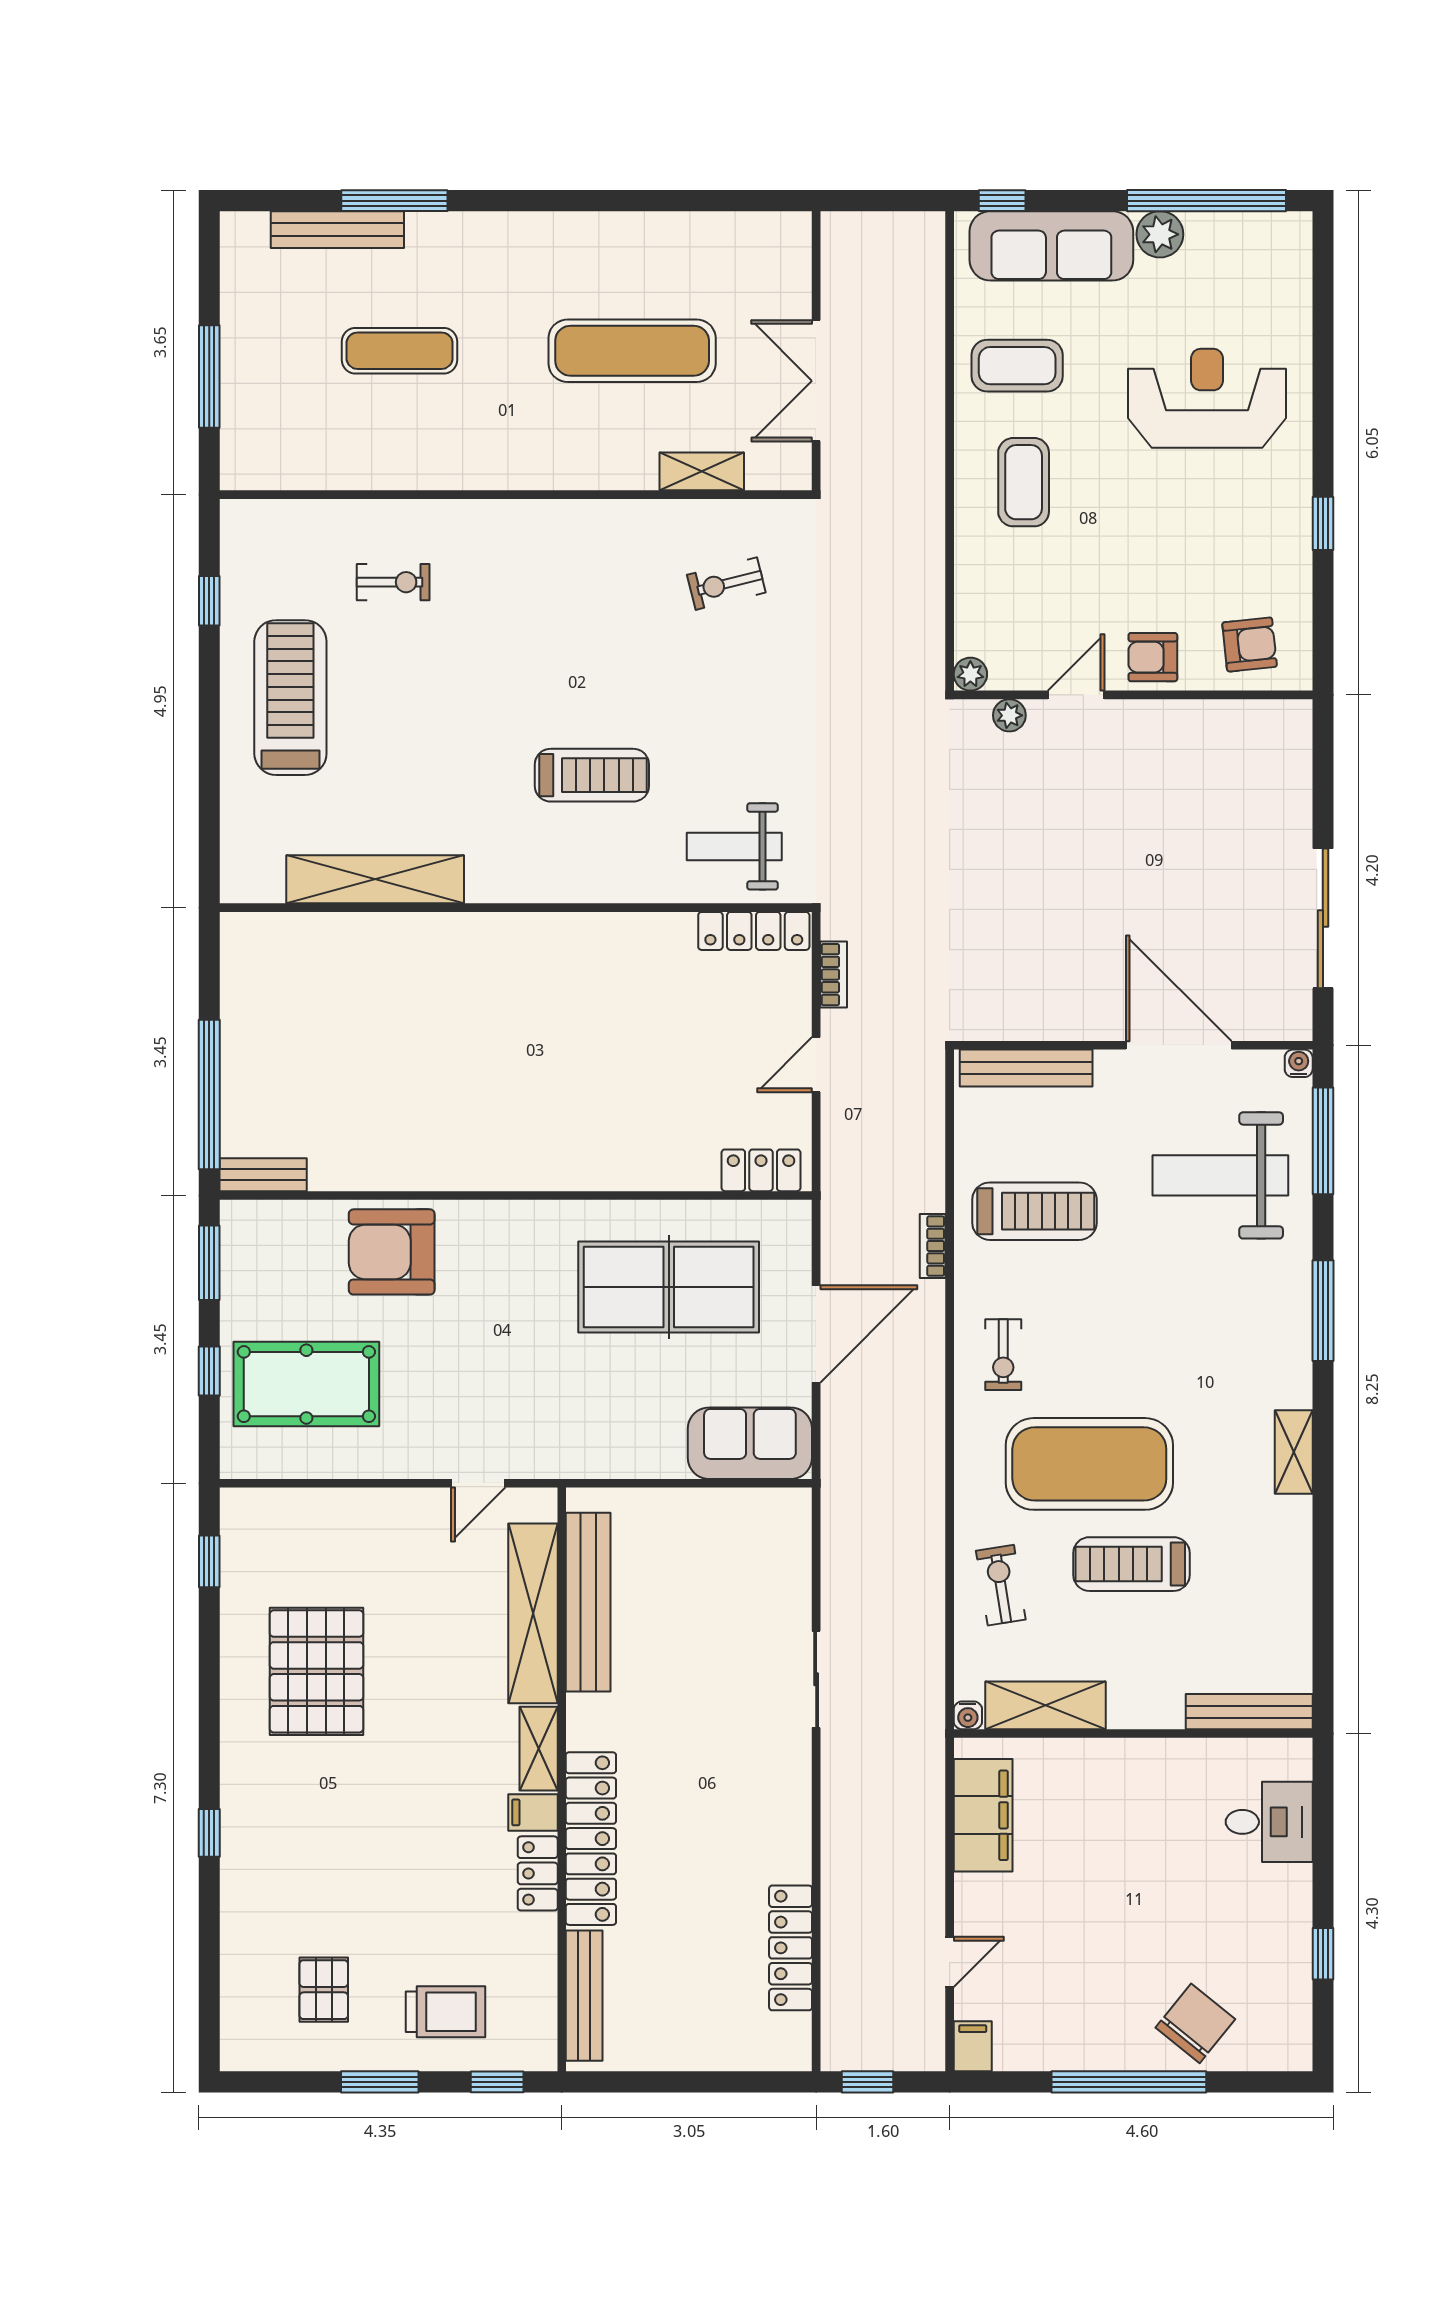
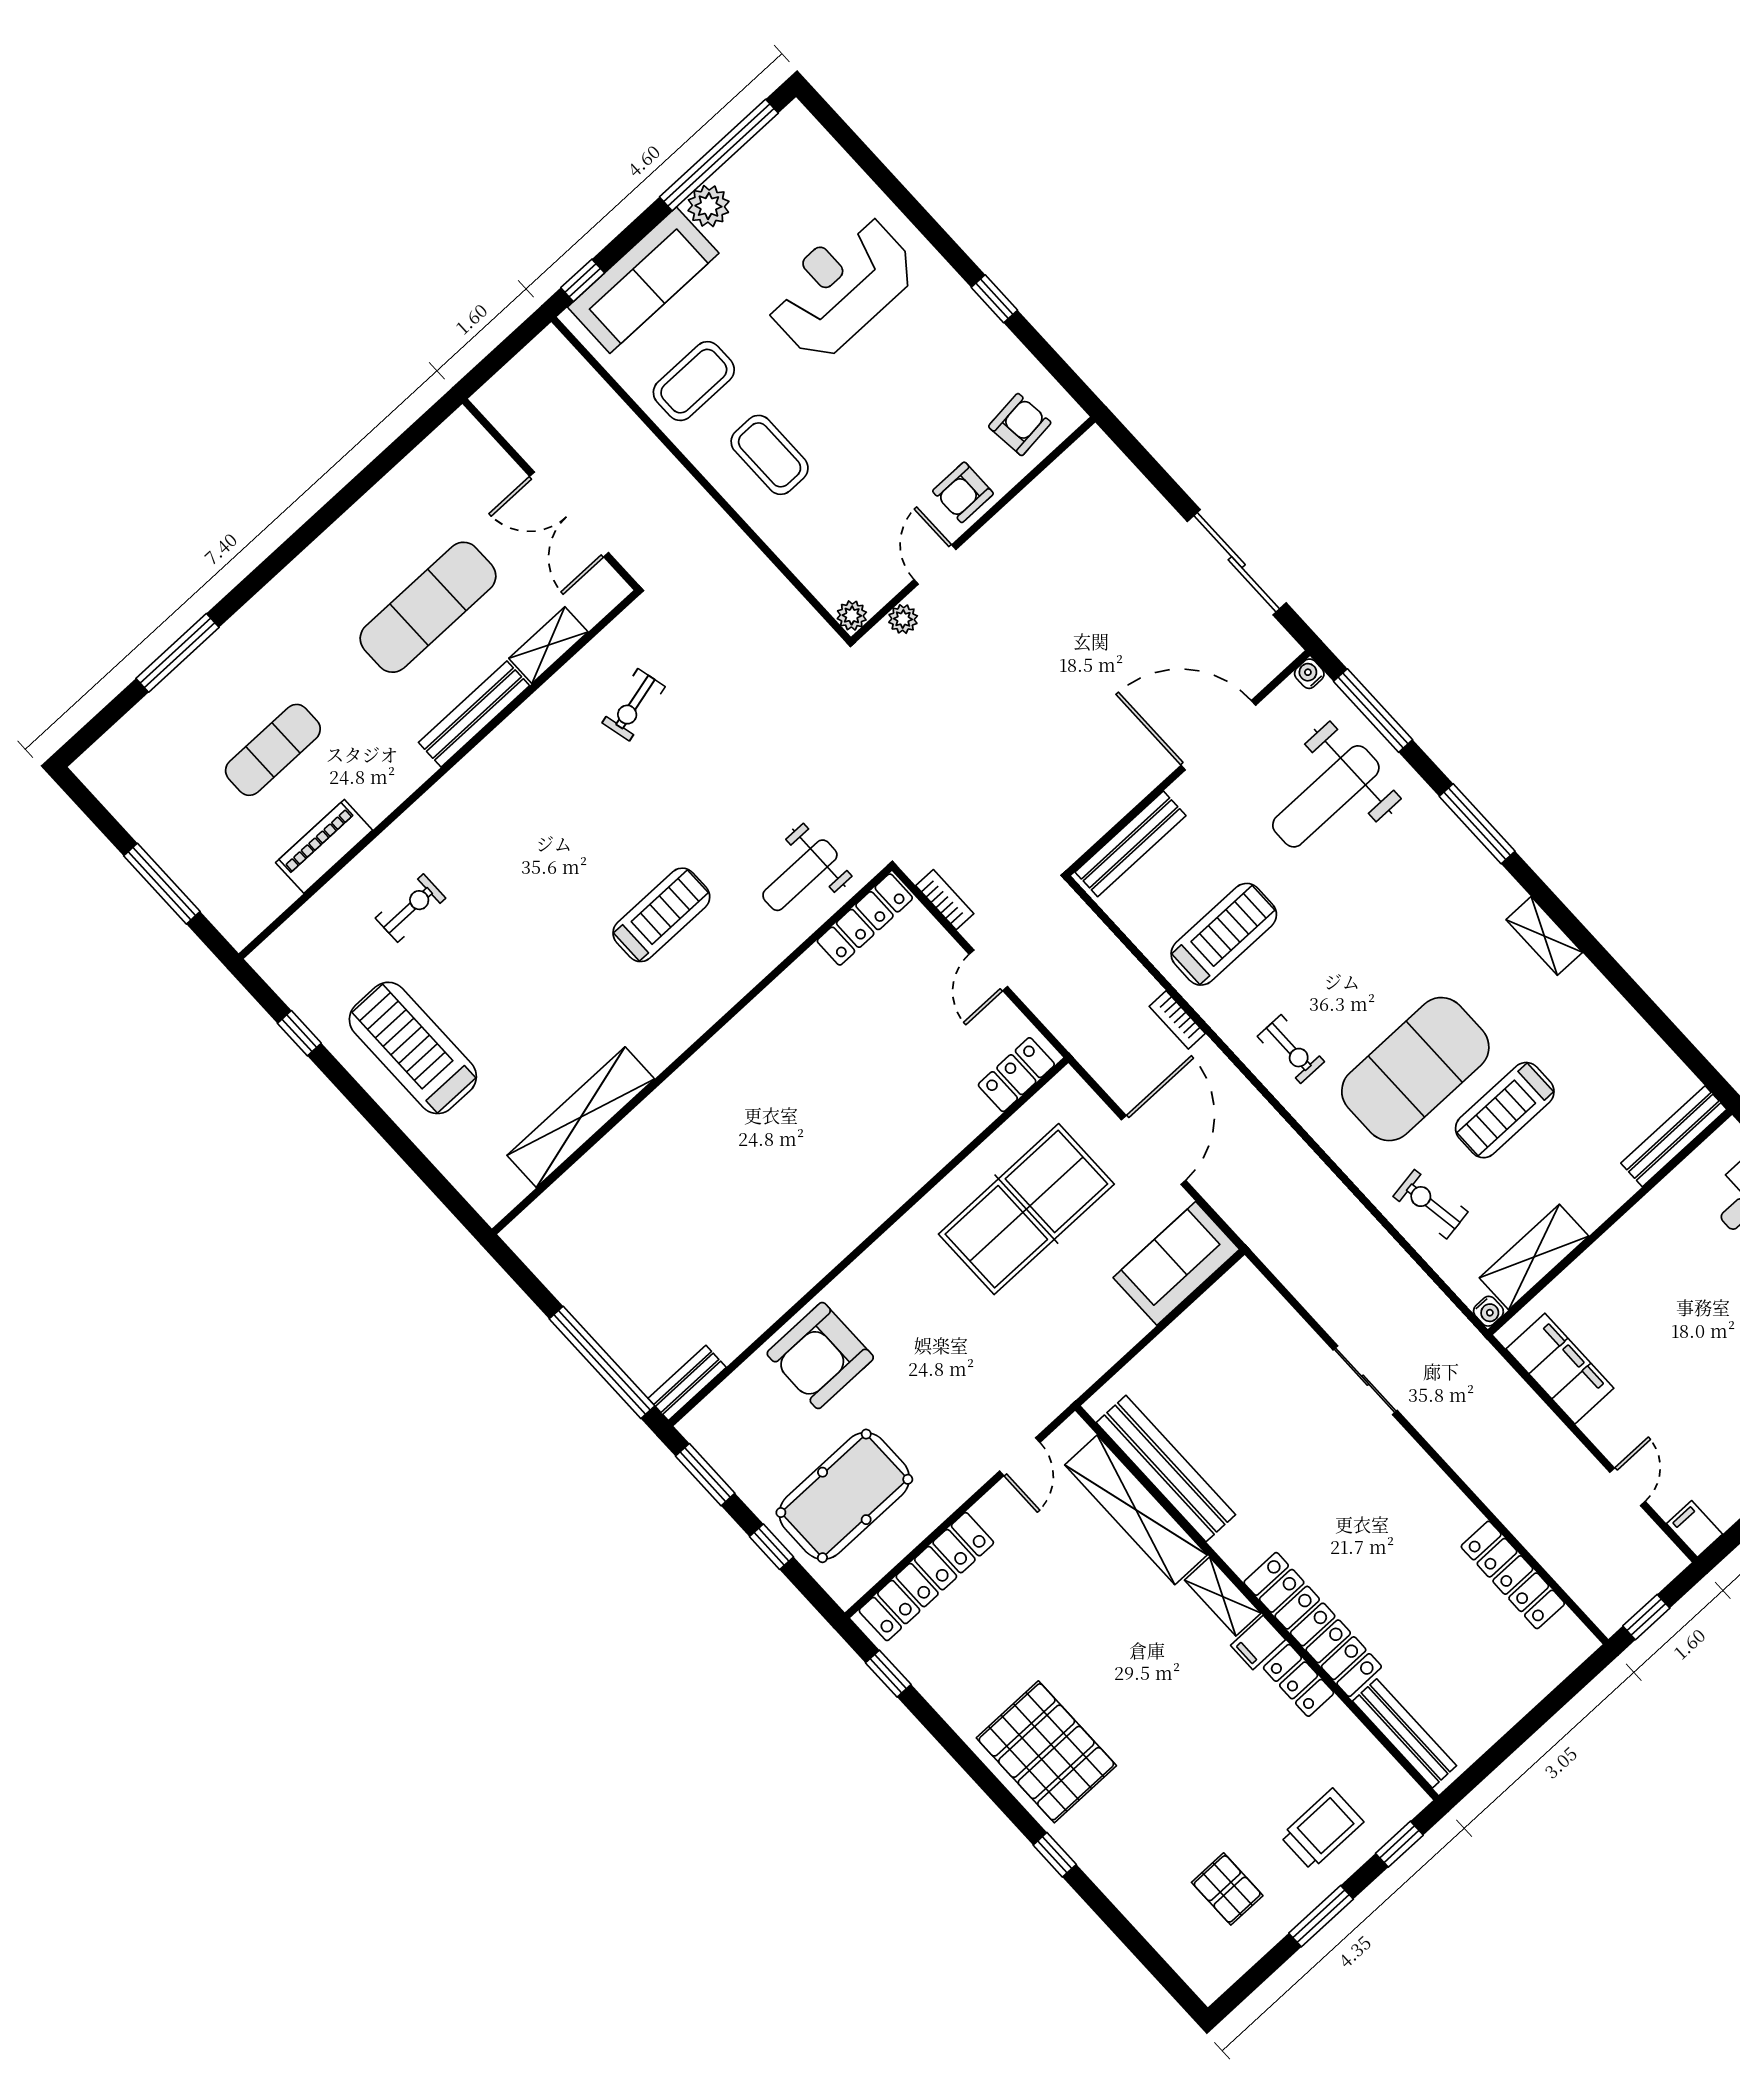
bench: (337, 230) -> (474, 714), moved
piano: (369, 467) -> (324, 846), added
locker: (313, 1511) -> (926, 1577), added
pallet: (316, 1671) -> (1046, 1752), moved

